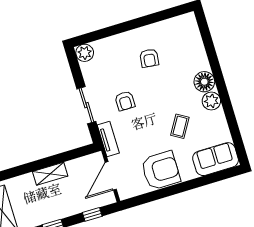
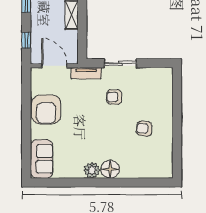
plant: (85, 53) -> (165, 75), removed
coffee table: (180, 126) -> (79, 137), removed

